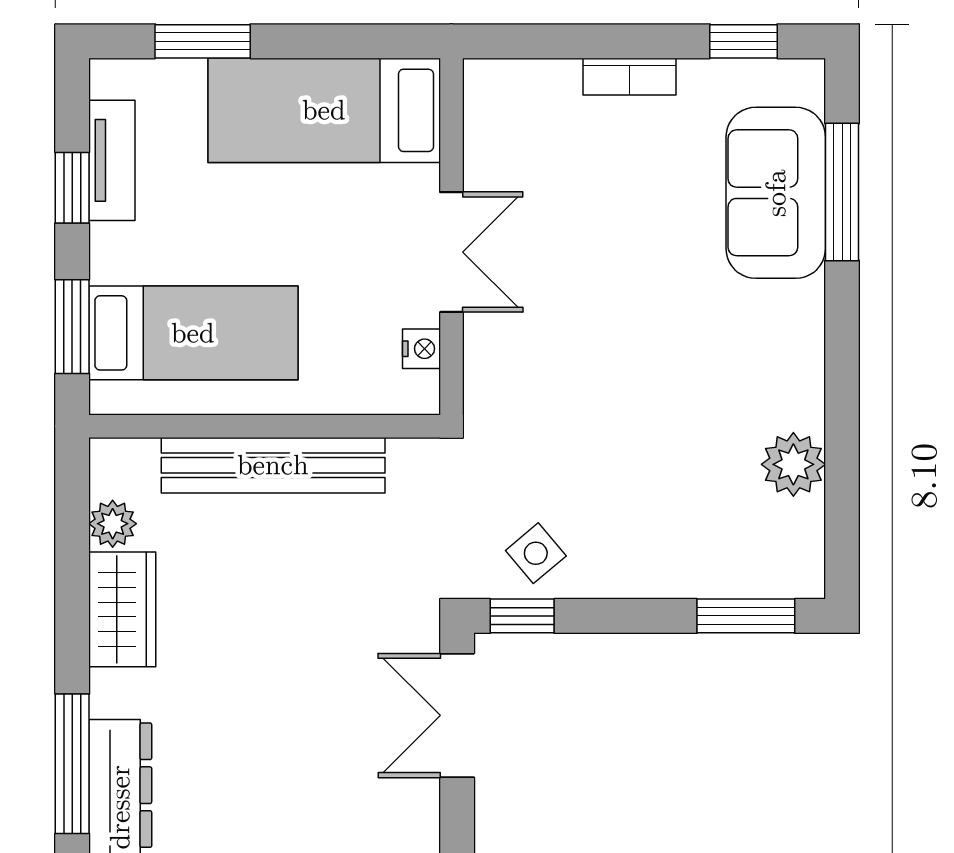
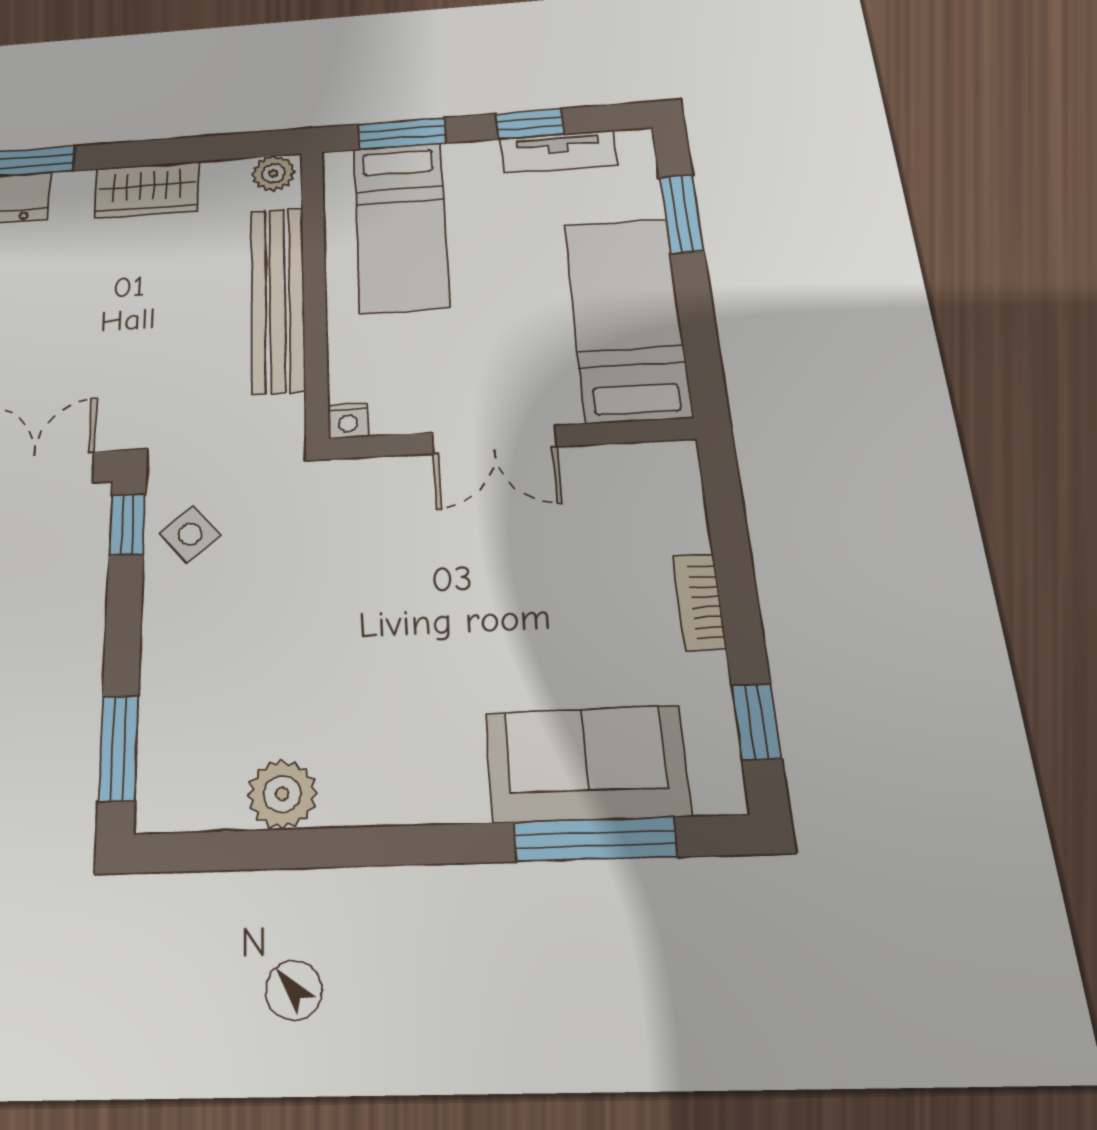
nightstand: (422, 349) -> (348, 421), moved
plant: (113, 524) -> (273, 173), moved

